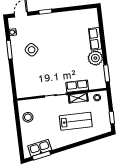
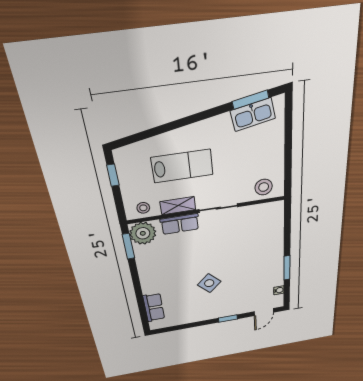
row of seats: (95, 39) -> (154, 307), moved
side table: (32, 50) -> (209, 283), moved
plant: (95, 58) -> (143, 233), moved
stool: (28, 117) -> (264, 187), moved
lab bench: (76, 121) -> (182, 166), turned 180

